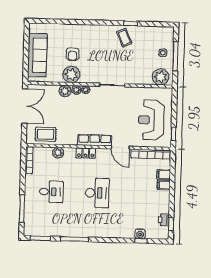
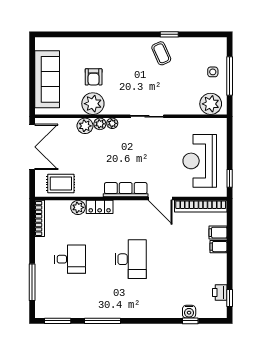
locker: (86, 153) -> (100, 207), moved

